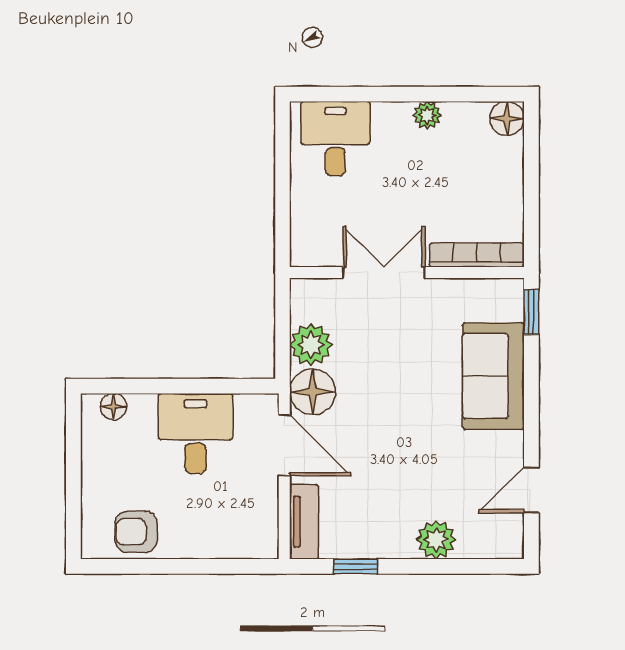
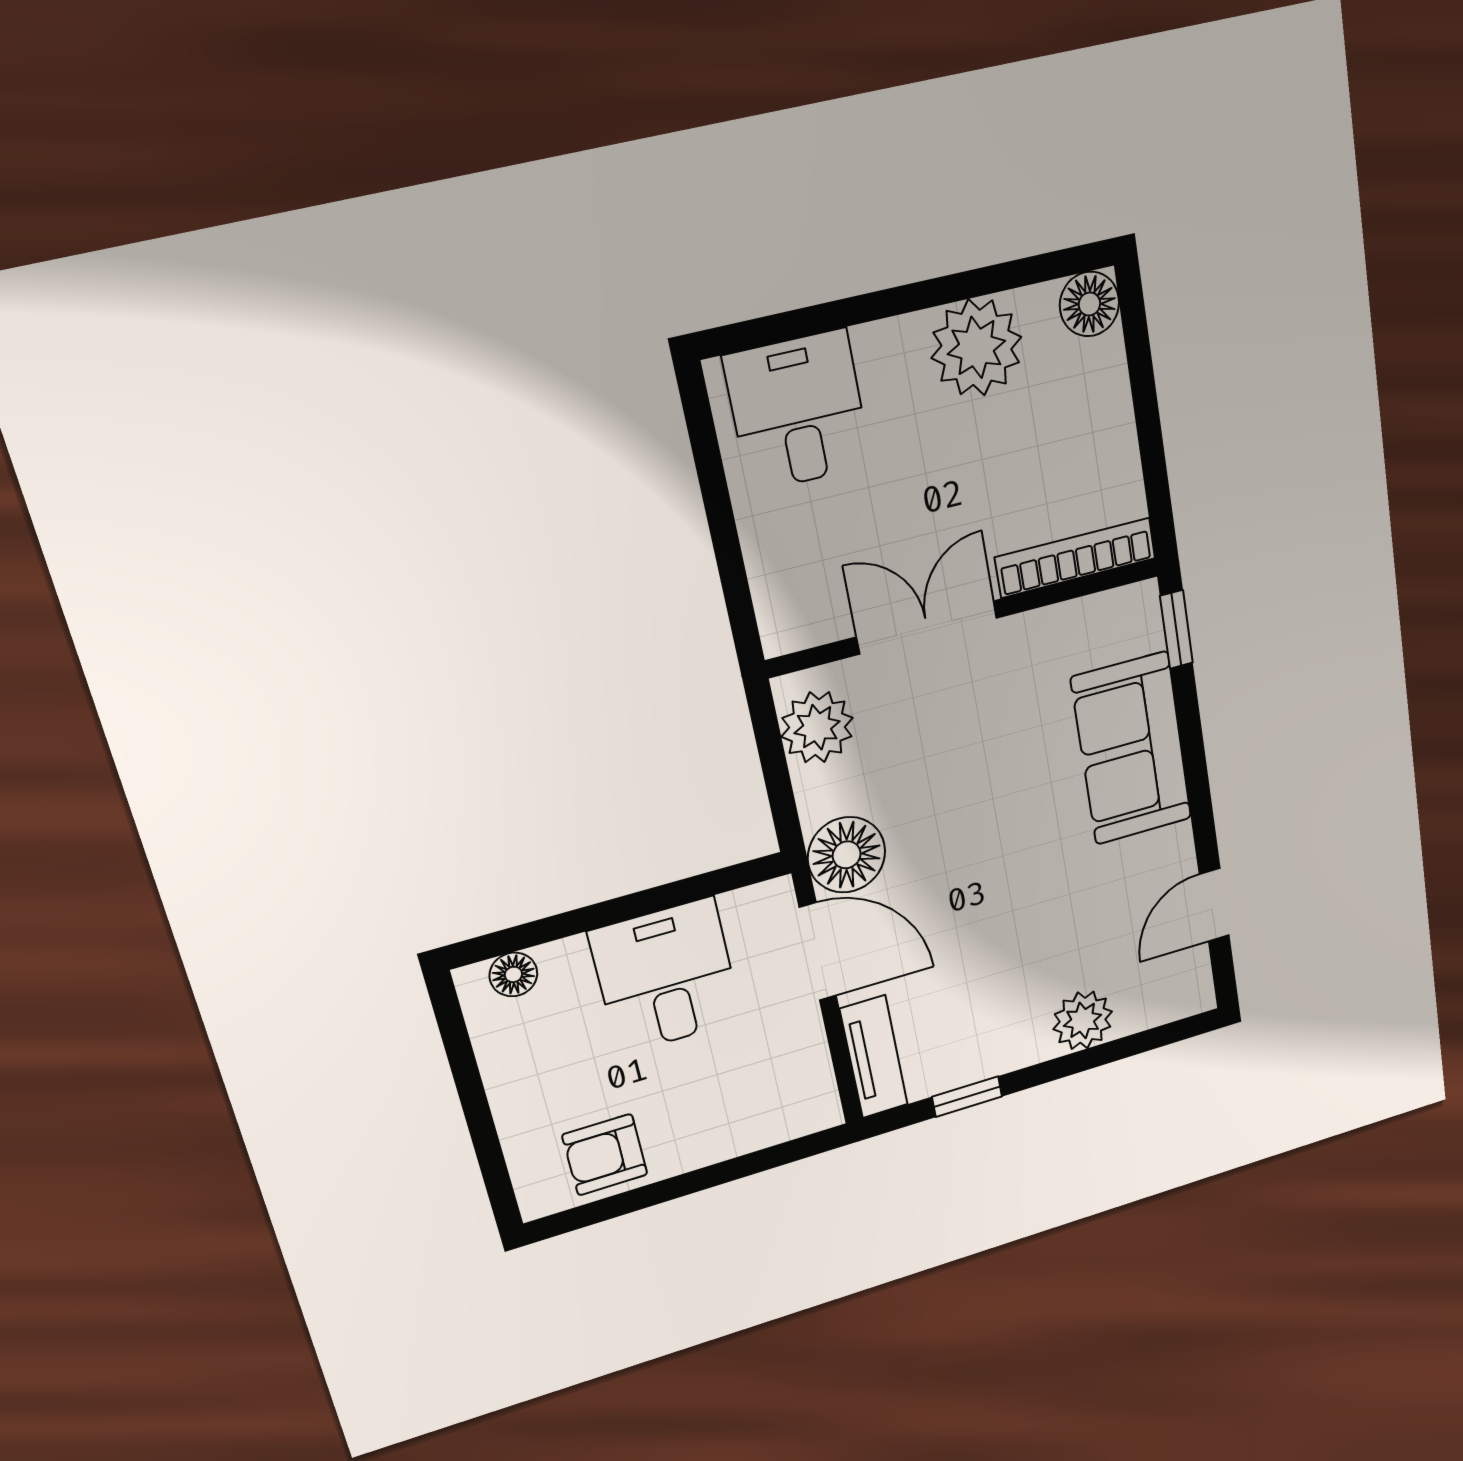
plant: (427, 115) -> (976, 347), width x1.87, depth x1.87
plant: (311, 345) -> (817, 727), moved

